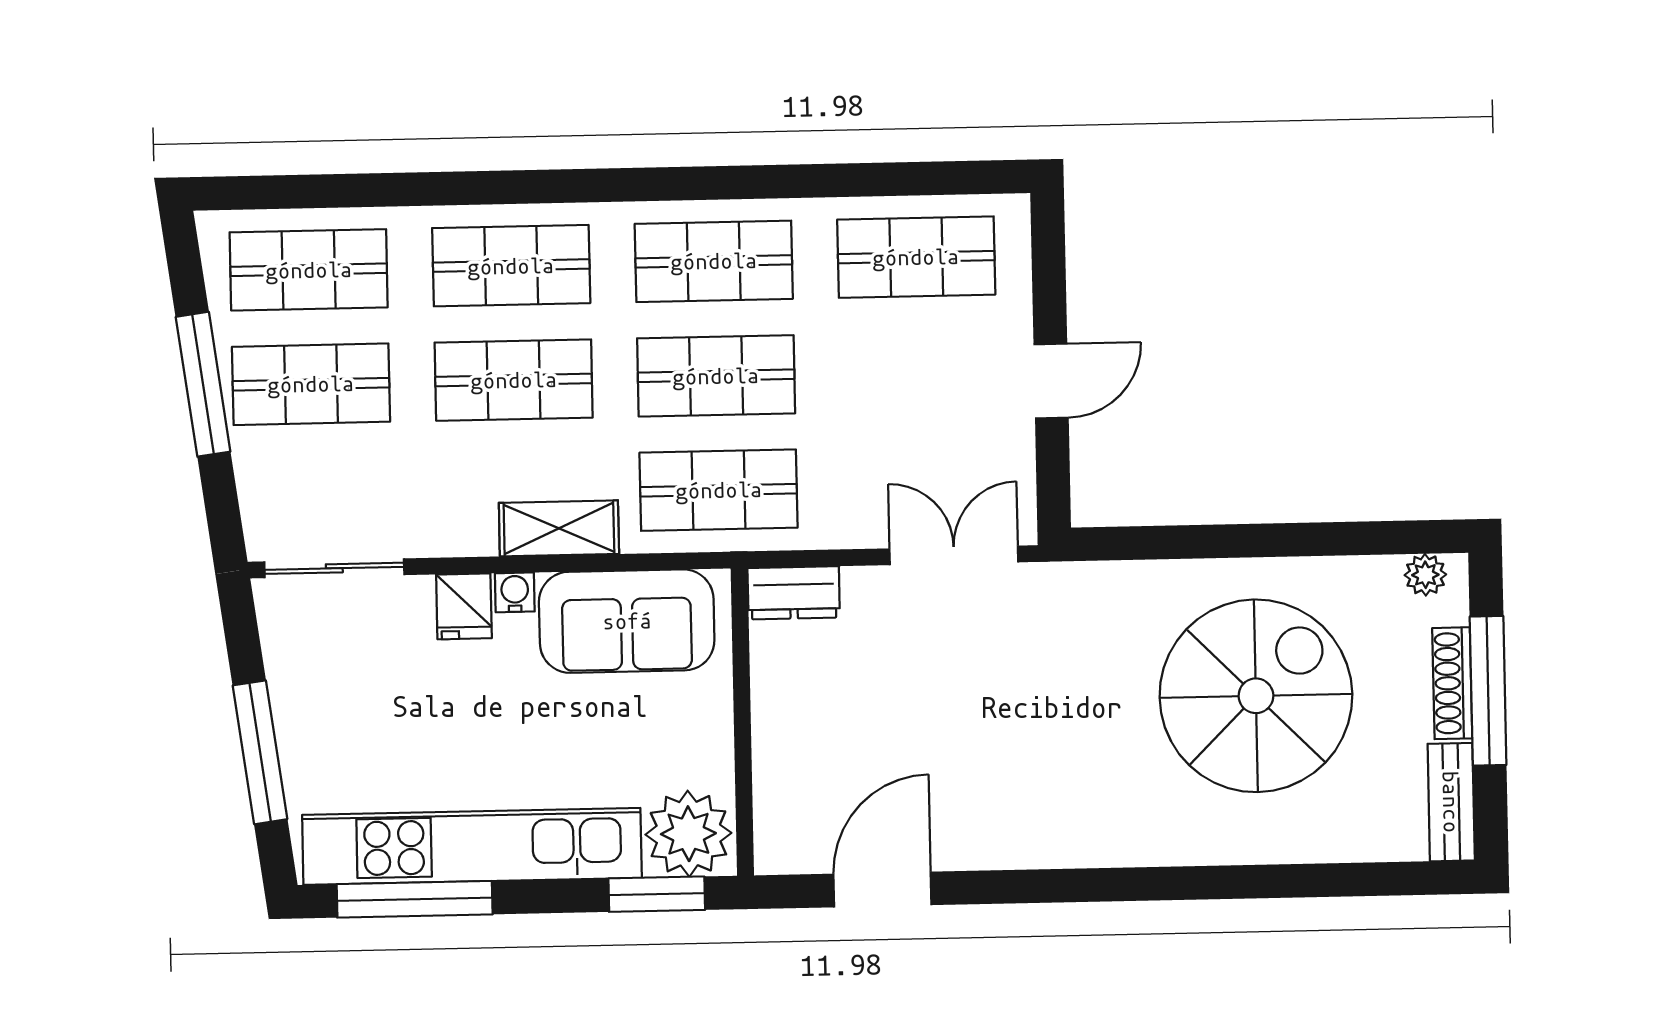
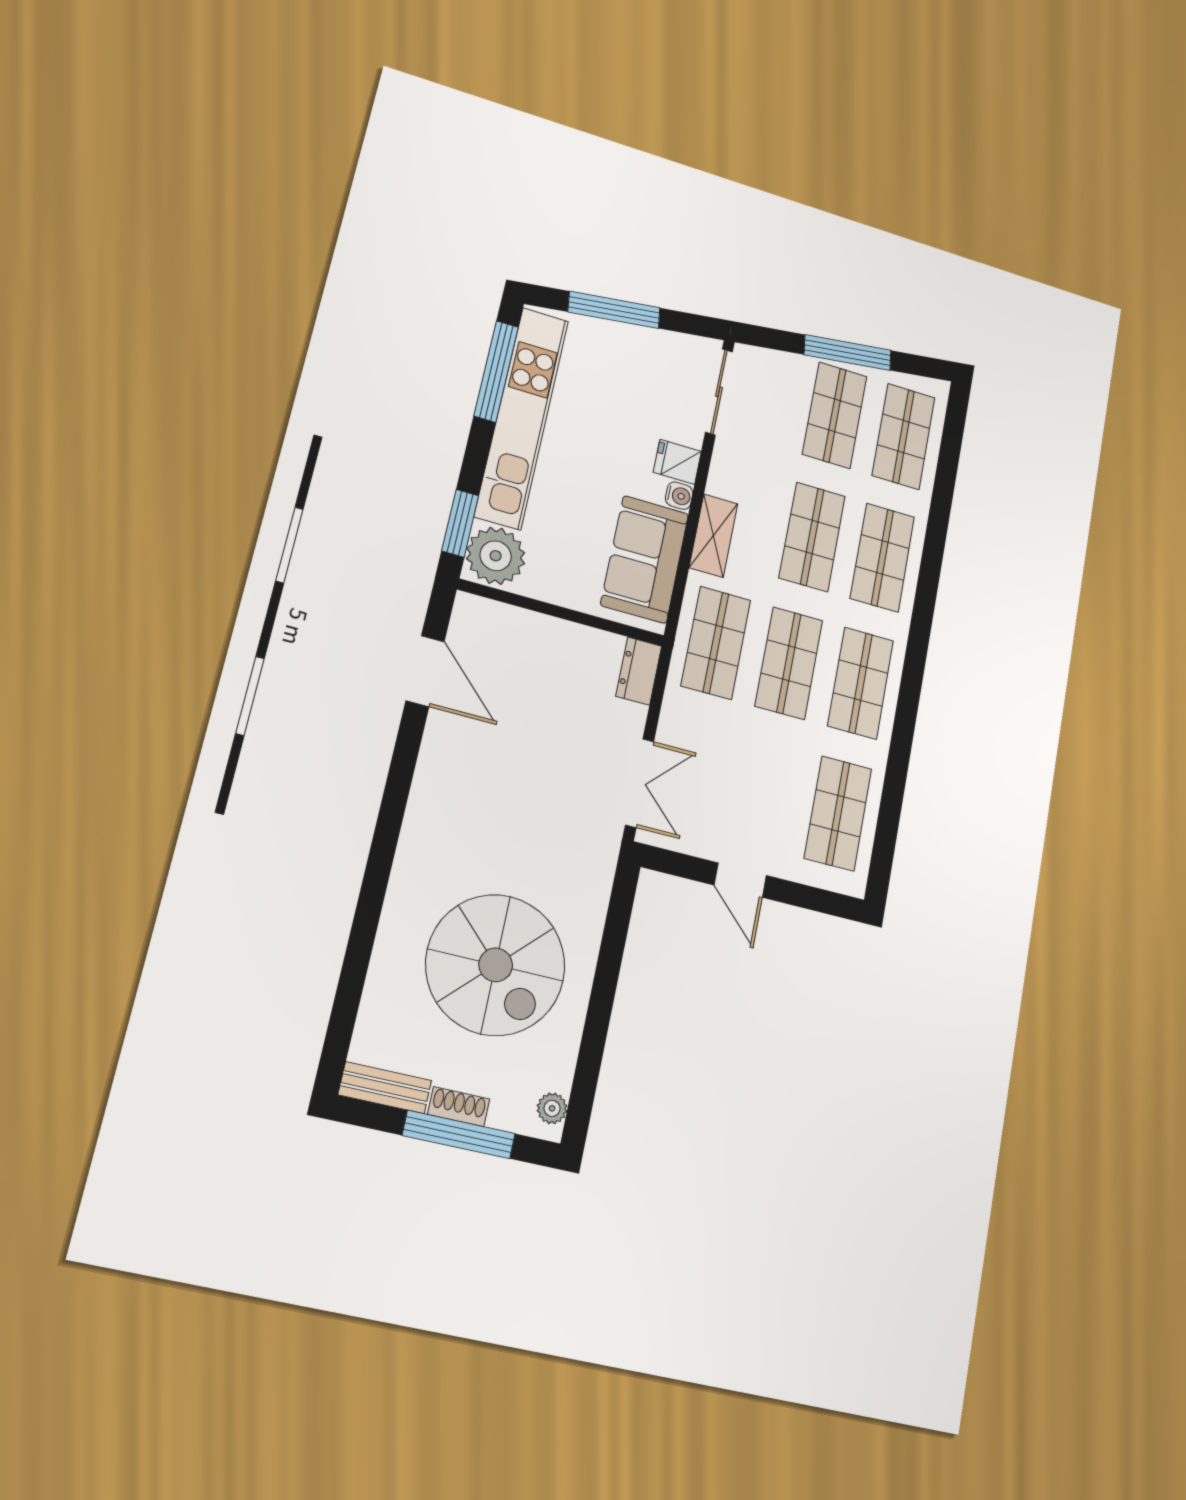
shoe rack: (1452, 683) -> (459, 1107), width x0.70

